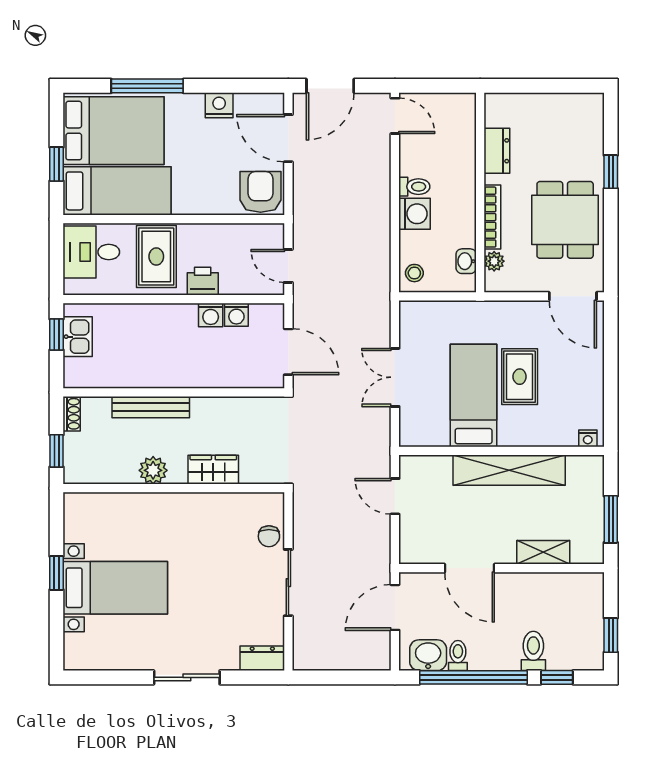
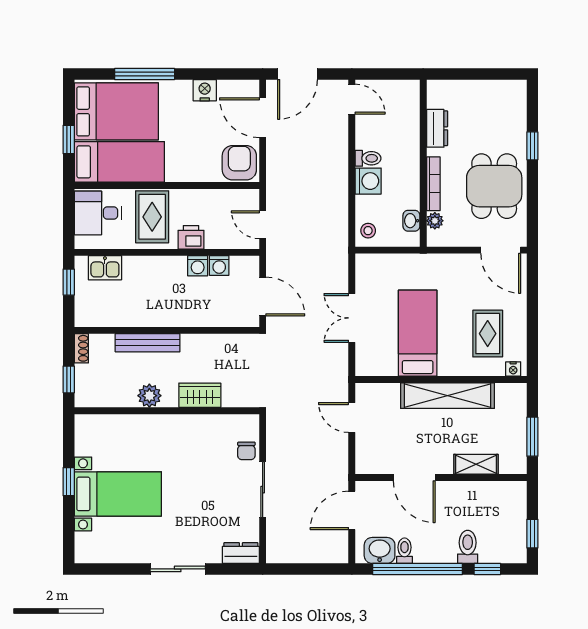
kitchen sink: (78, 337) -> (105, 268), moved, turned 90
rug: (520, 377) -> (488, 334), moved

